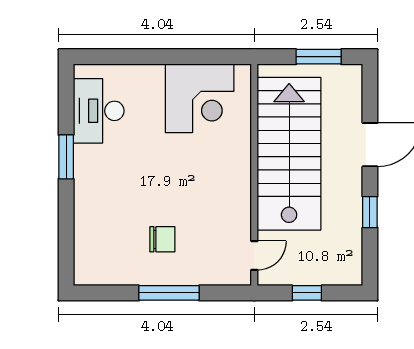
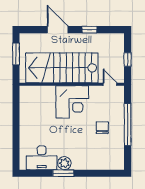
corner desk: (200, 98) -> (72, 102), moved, turned 90
plant: (87, 159) -> (64, 163), added
window: (169, 293) -> (128, 125), width x1.46

